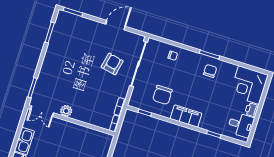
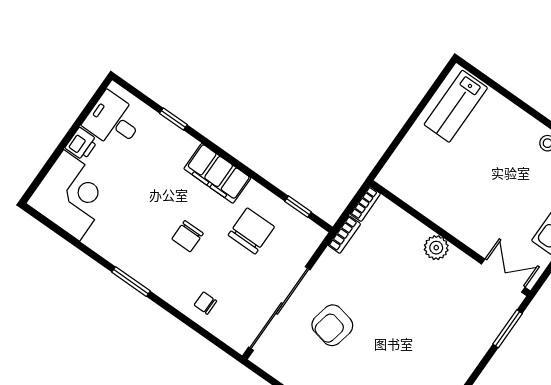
chair: (210, 71) -> (188, 236), moved
plant: (66, 111) -> (436, 248), moved

